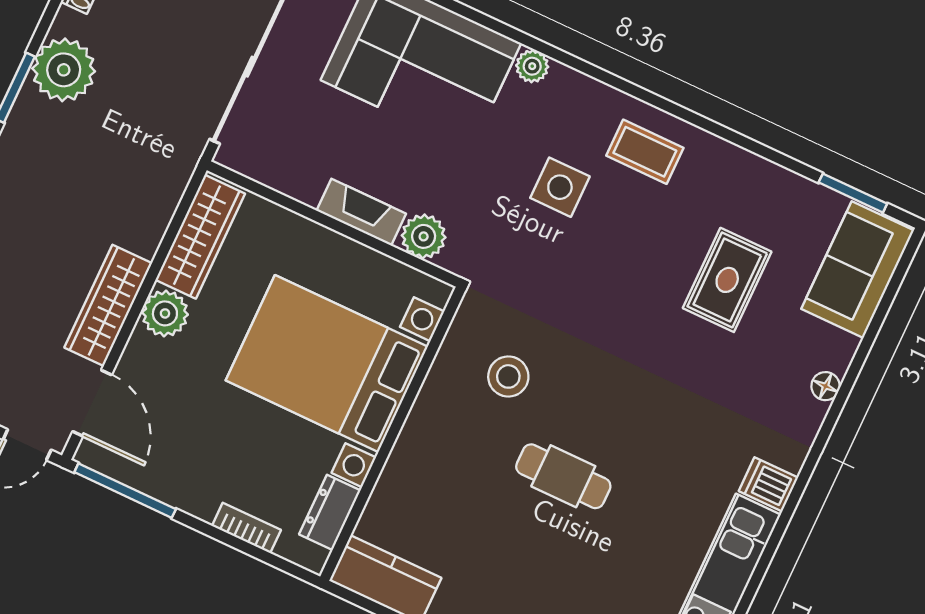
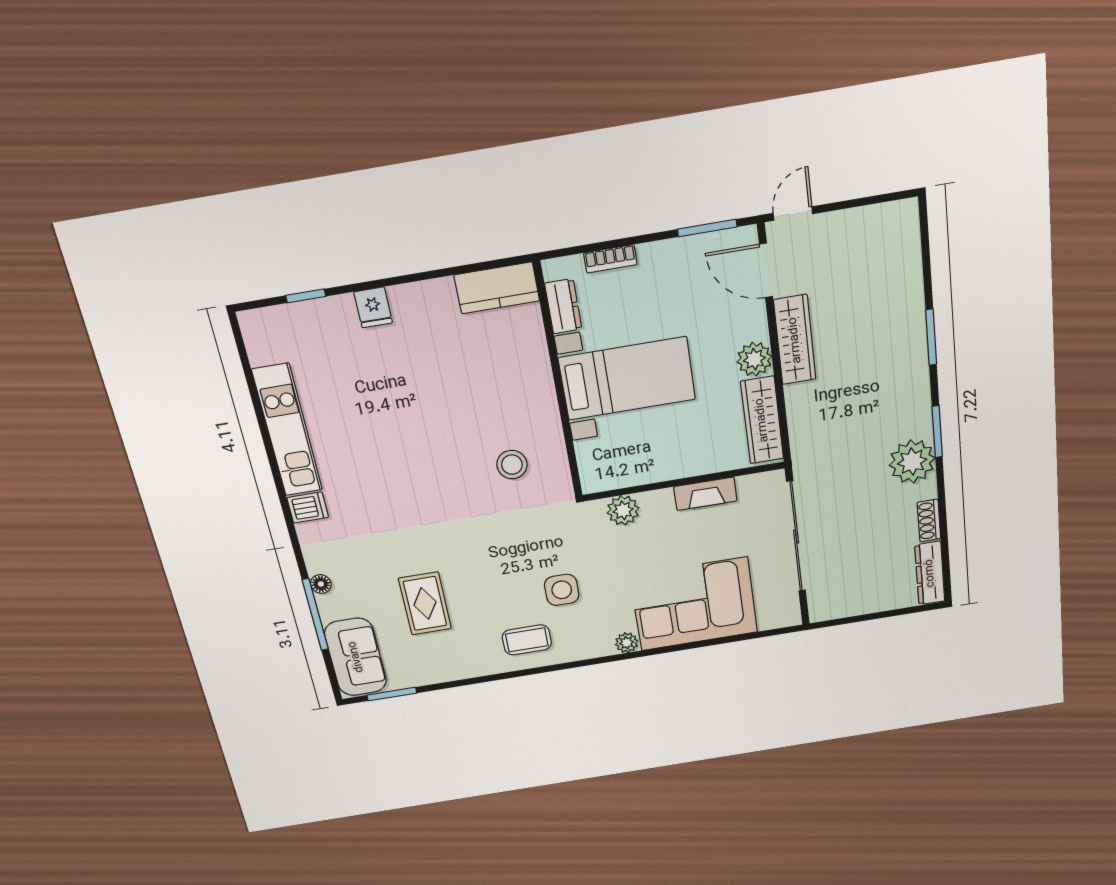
fireplace: (361, 212) -> (705, 494), moved
window: (861, 354) -> (315, 615), added
bed with nightstands: (327, 364) -> (627, 378), width x0.73
cafe table: (563, 476) -> (434, 429), removed
window: (125, 491) -> (707, 228), width x0.69

